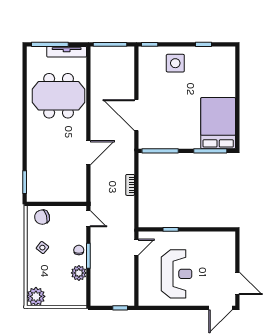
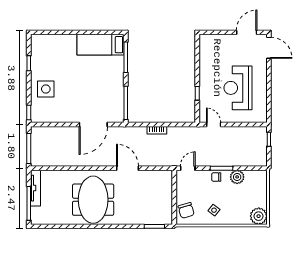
meeting table: (59, 96) -> (93, 200), moved
bed: (218, 123) -> (101, 45), width x0.67
reception desk: (177, 274) -> (238, 88), turned -90

